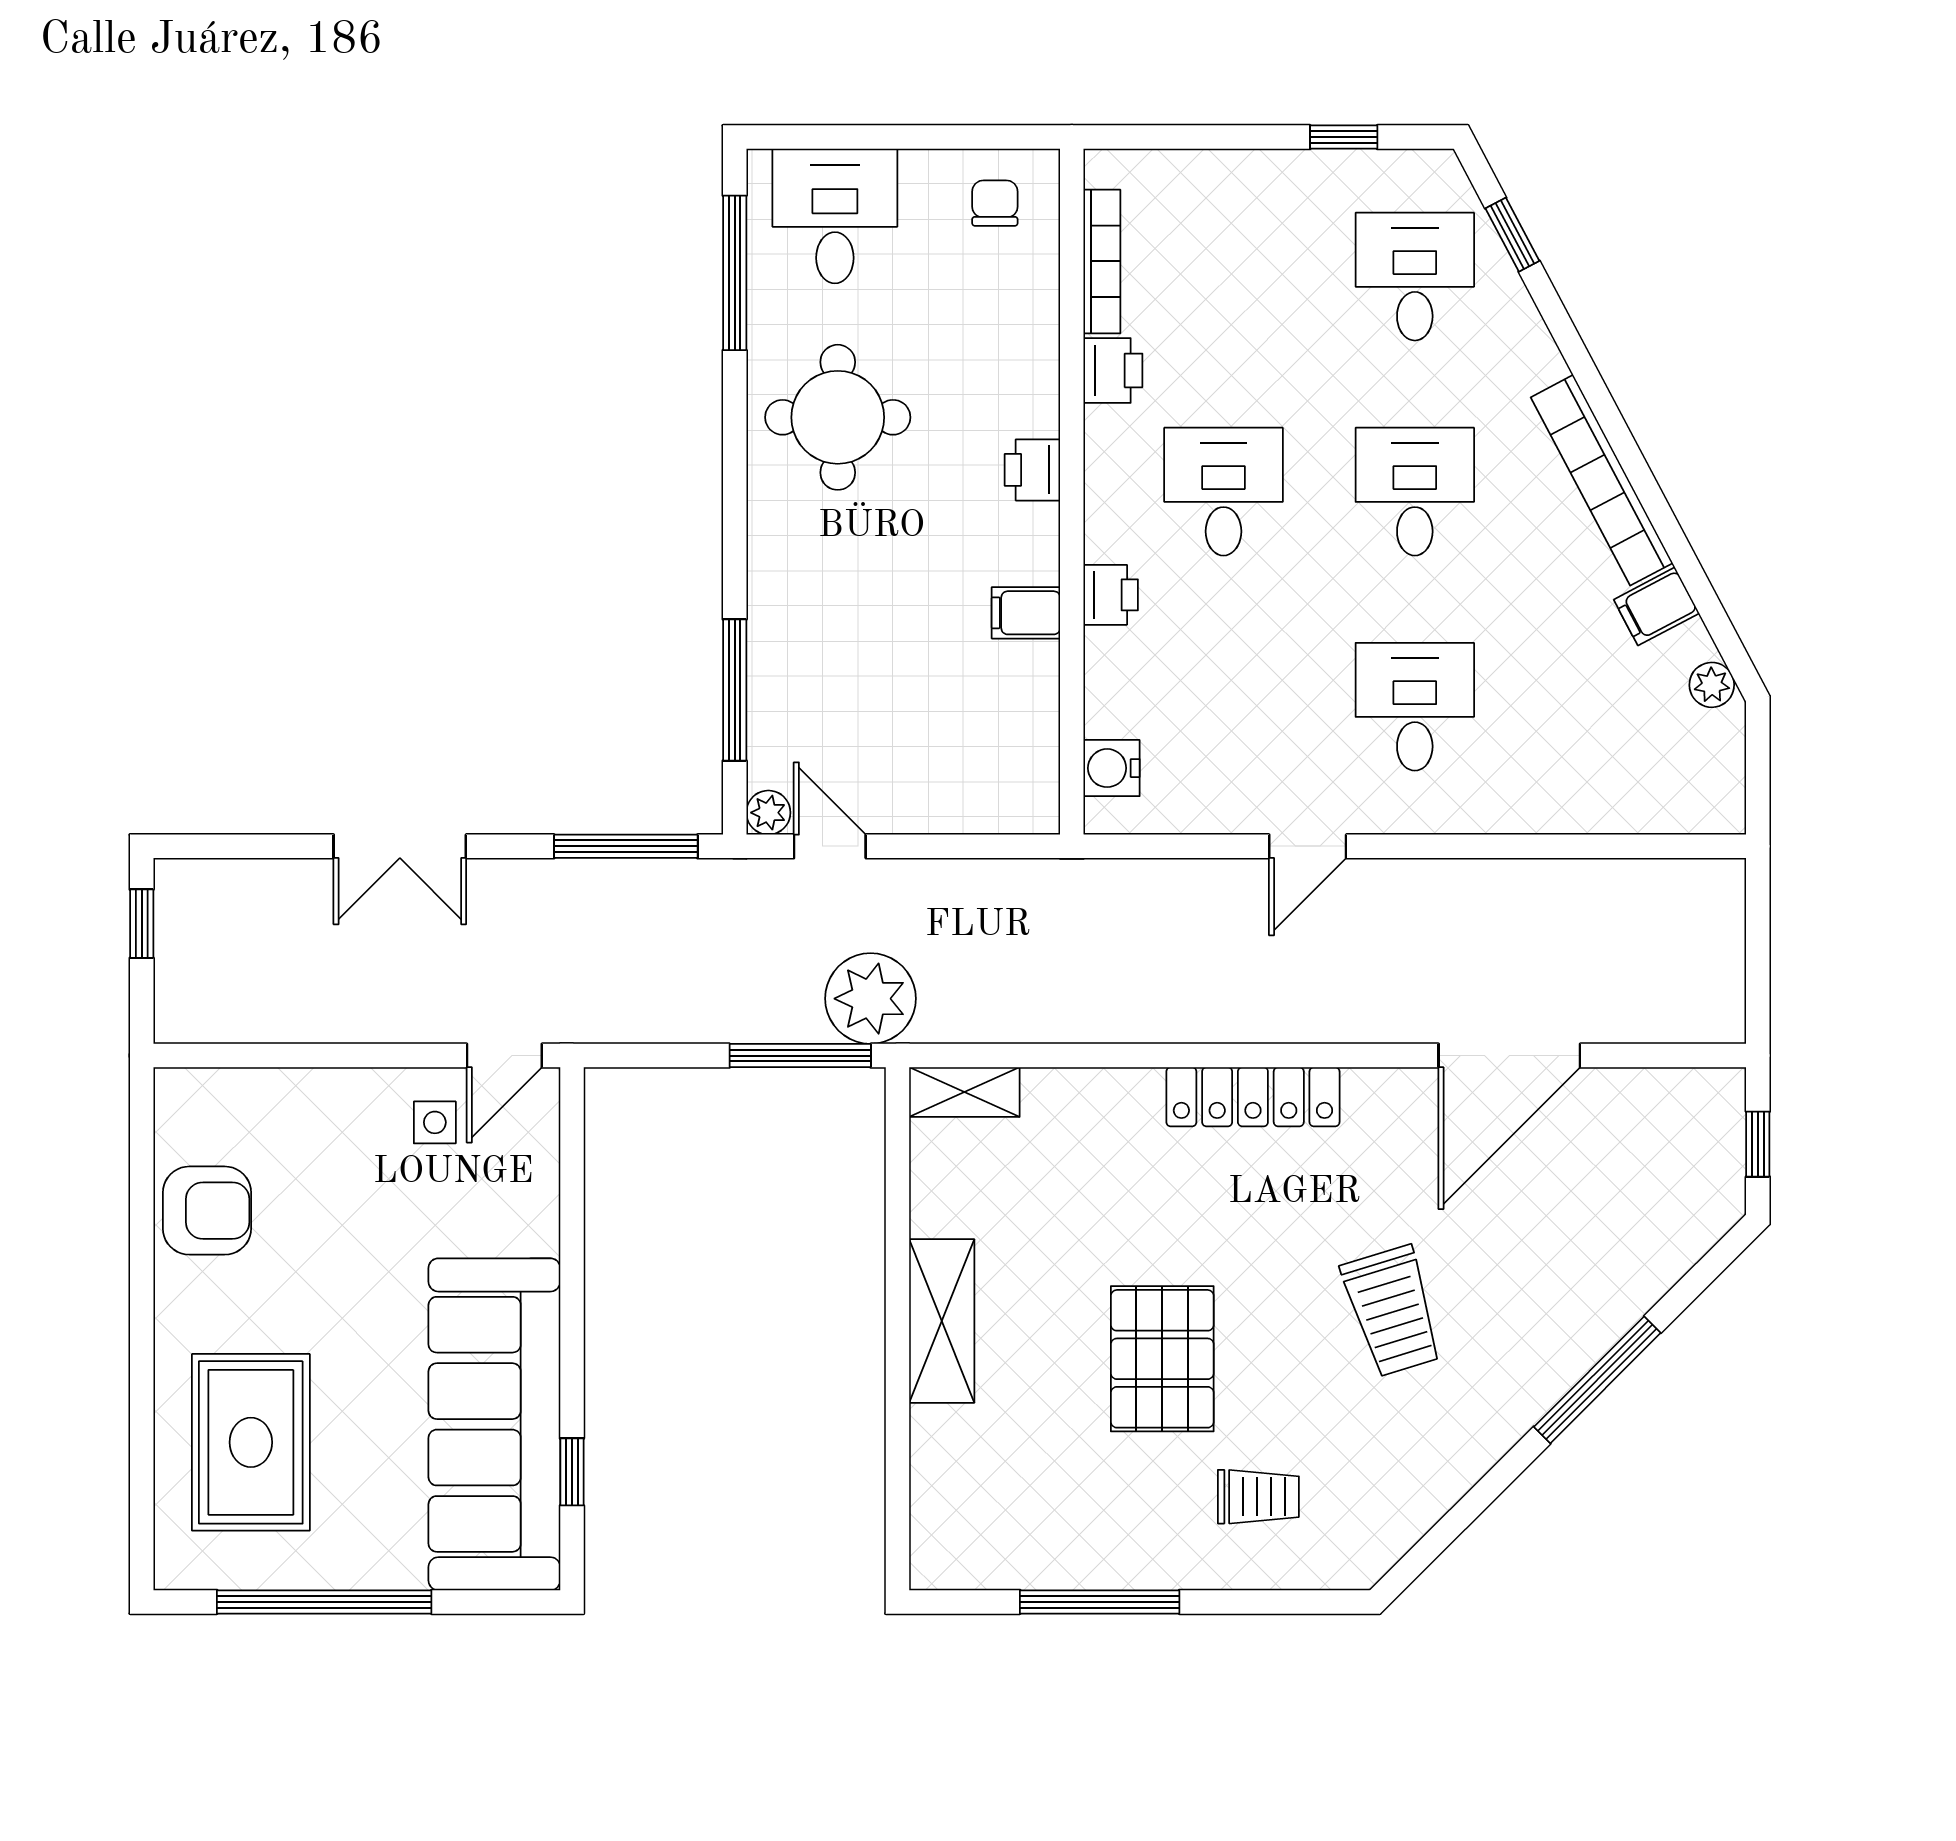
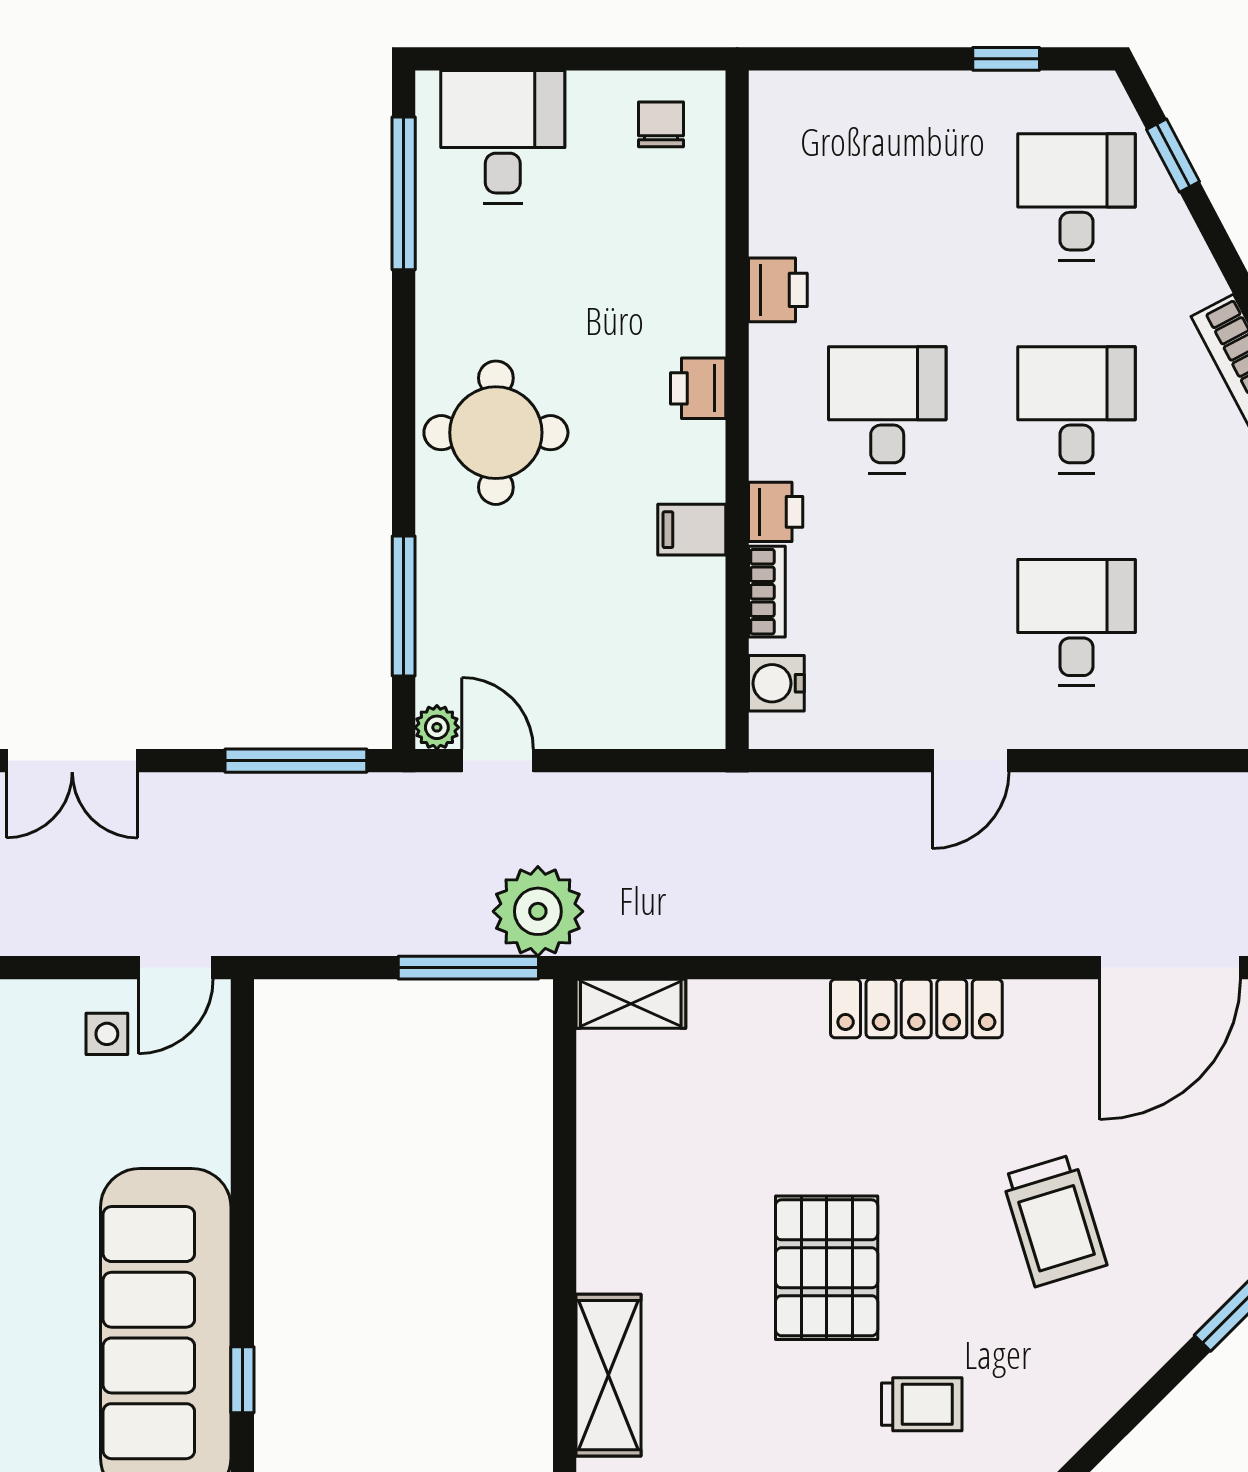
bookcase: (1102, 261) -> (767, 592), moved, width x0.64
round table: (838, 417) -> (496, 433), moved
shelving: (942, 1321) -> (608, 1375), moved

